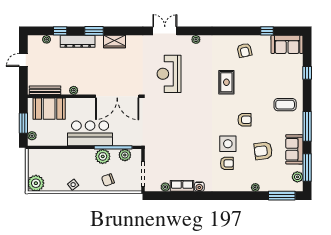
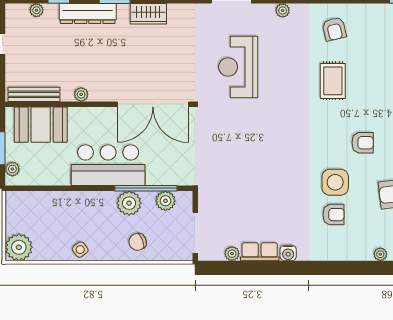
armchair: (244, 50) -> (334, 29), moved

